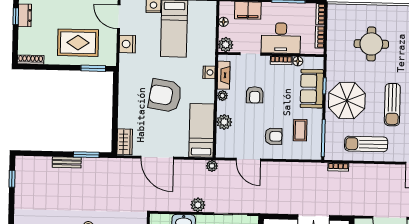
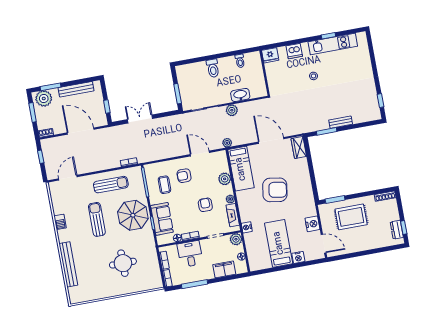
desk: (281, 38) -> (190, 254), width x0.73
nightstand: (209, 72) -> (247, 227), moved

